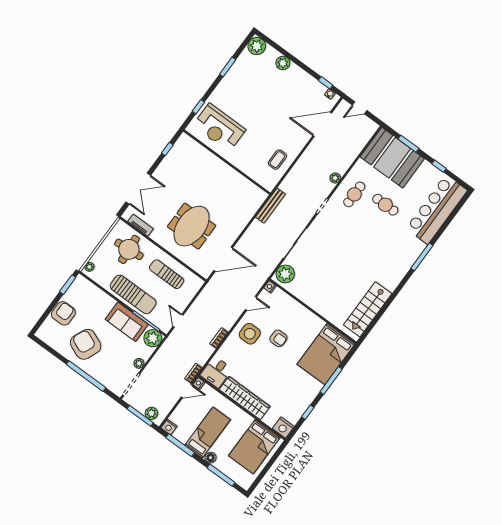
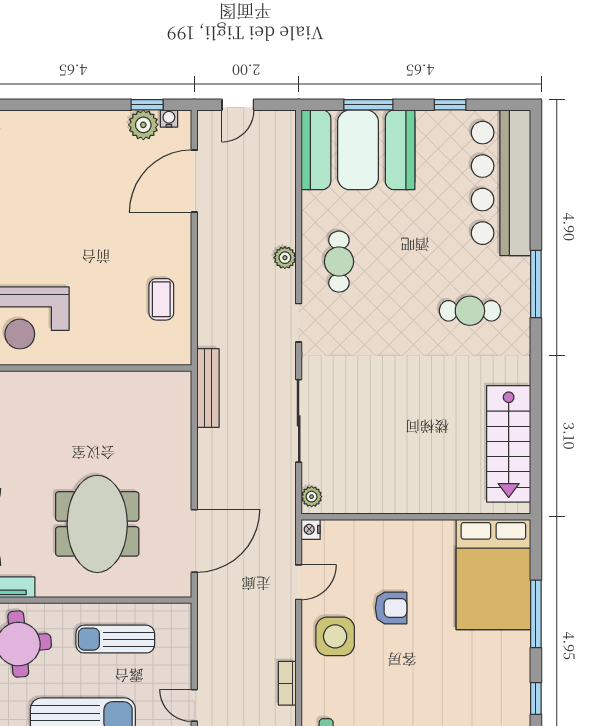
plant: (283, 63) -> (143, 125), moved
cafe table: (385, 205) -> (470, 311), moved
plant: (285, 274) -> (312, 497), width x0.53, depth x0.53

